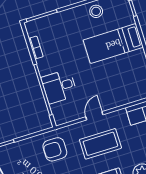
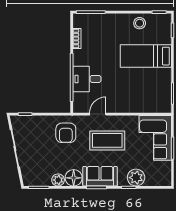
door: (94, 116) -> (98, 114), moved
armchair: (55, 149) -> (66, 133), turned -90

